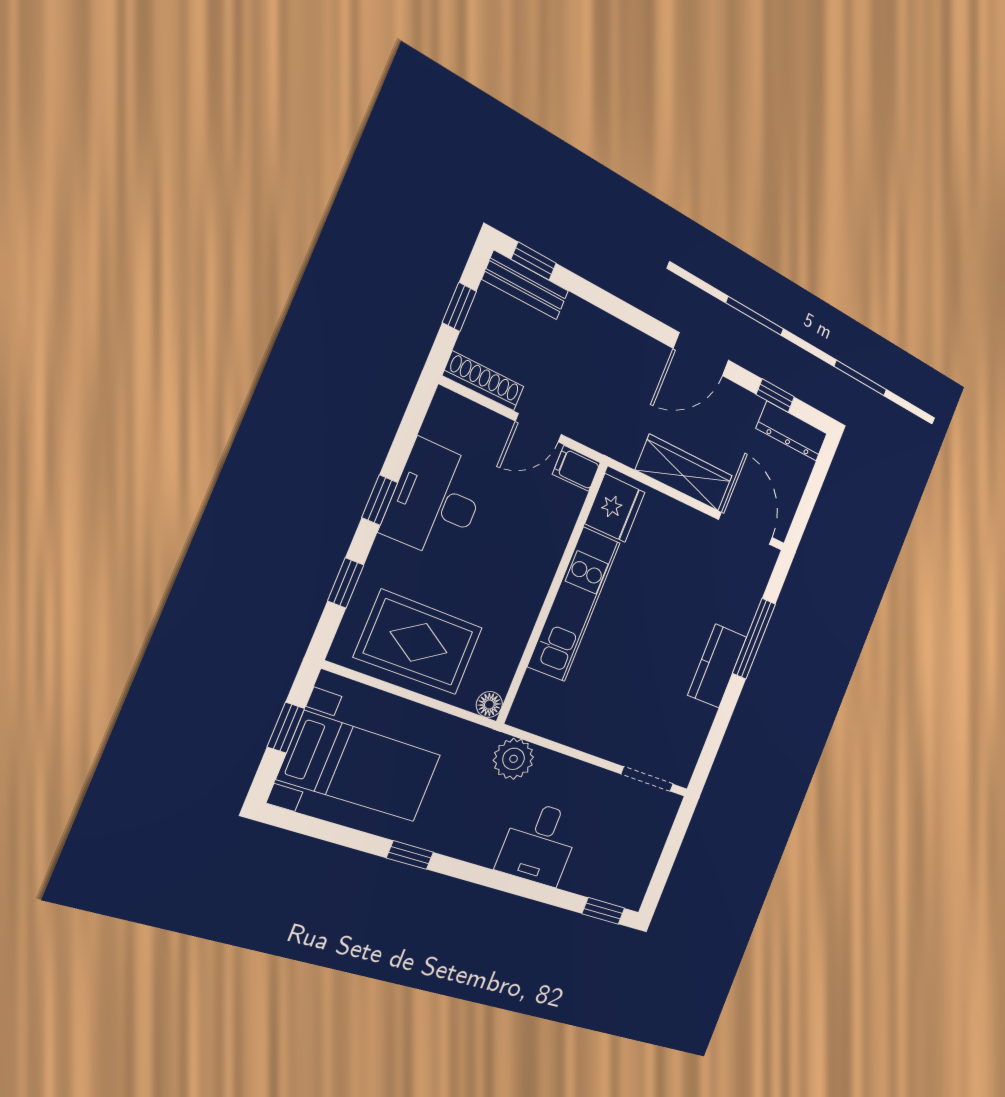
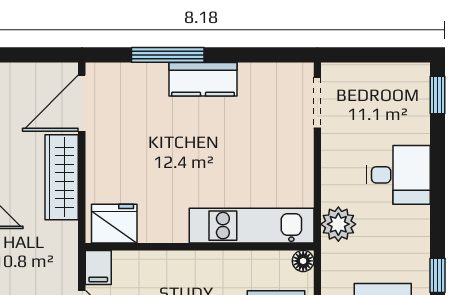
kitchen unit: (574, 604) -> (252, 226), moved

